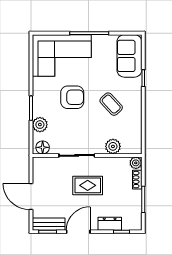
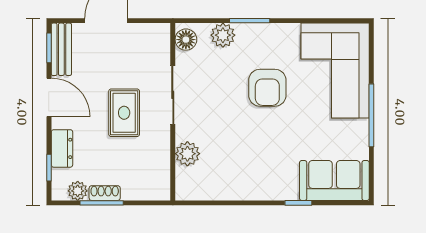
coffee table: (111, 104) -> (256, 151), removed
plant: (136, 163) -> (78, 191), moved
shoe rack: (137, 180) -> (105, 193), moved

